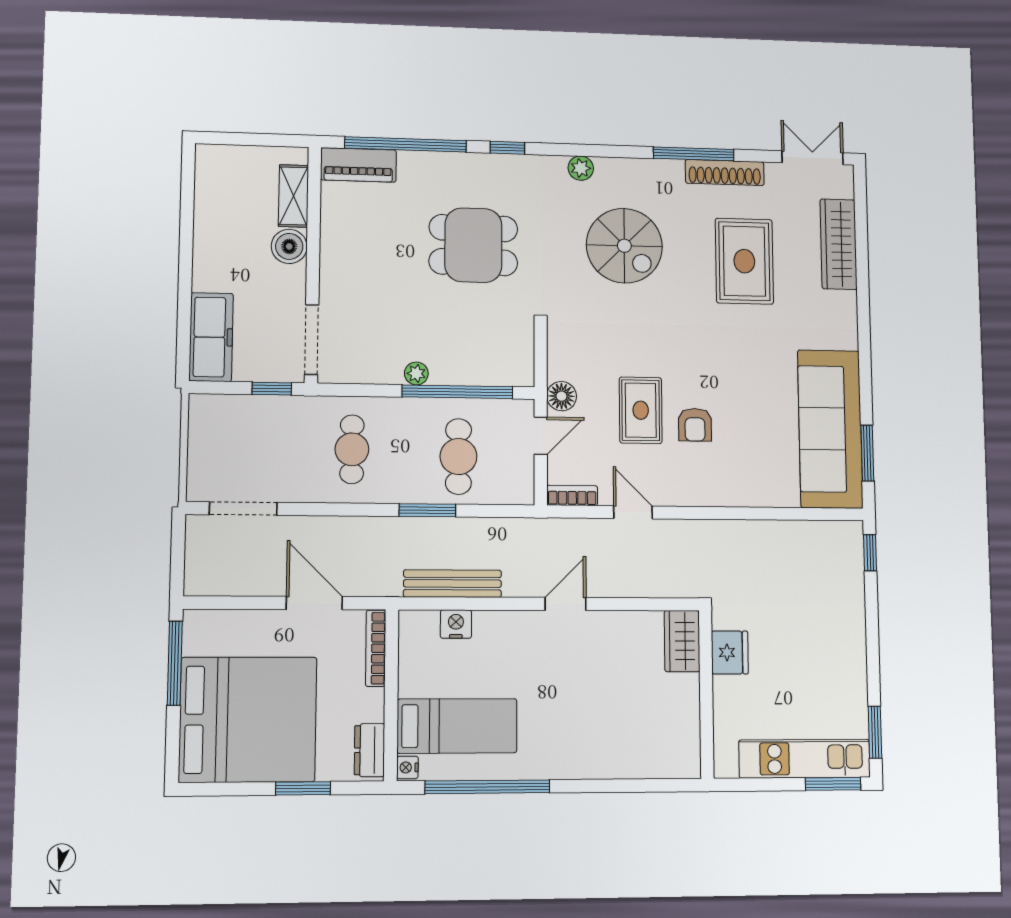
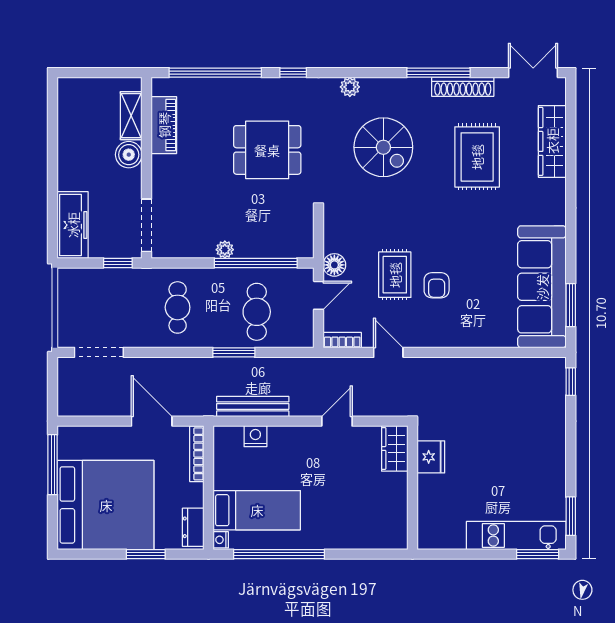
piano: (358, 165) -> (164, 125), moved, turned -90
wardrobe: (682, 641) -> (395, 448), moved
fridge: (730, 652) -> (431, 457), moved
wall: (706, 694) -> (413, 488), moved

